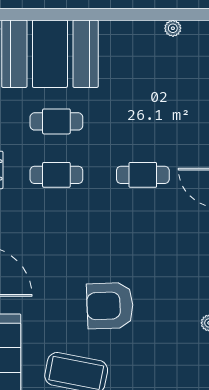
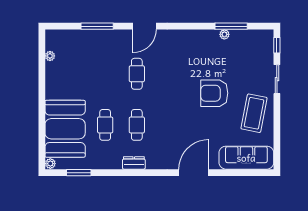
armchair: (110, 306) -> (214, 93), turned 92

